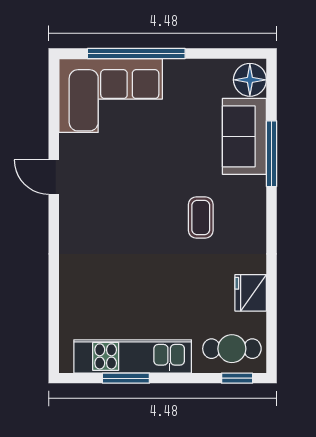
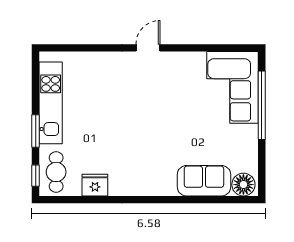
window: (272, 154) -> (192, 200), removed
door: (54, 177) -> (148, 48), moved
coffee table: (201, 218) -> (147, 150), removed
window: (126, 378) -> (36, 131), moved

